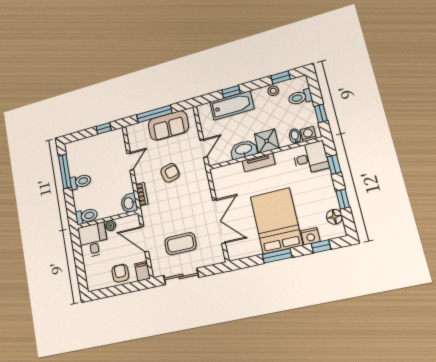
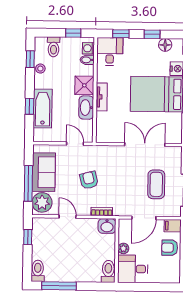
plant: (139, 133) -> (42, 202), added
toilet: (80, 182) -> (38, 271), moved

